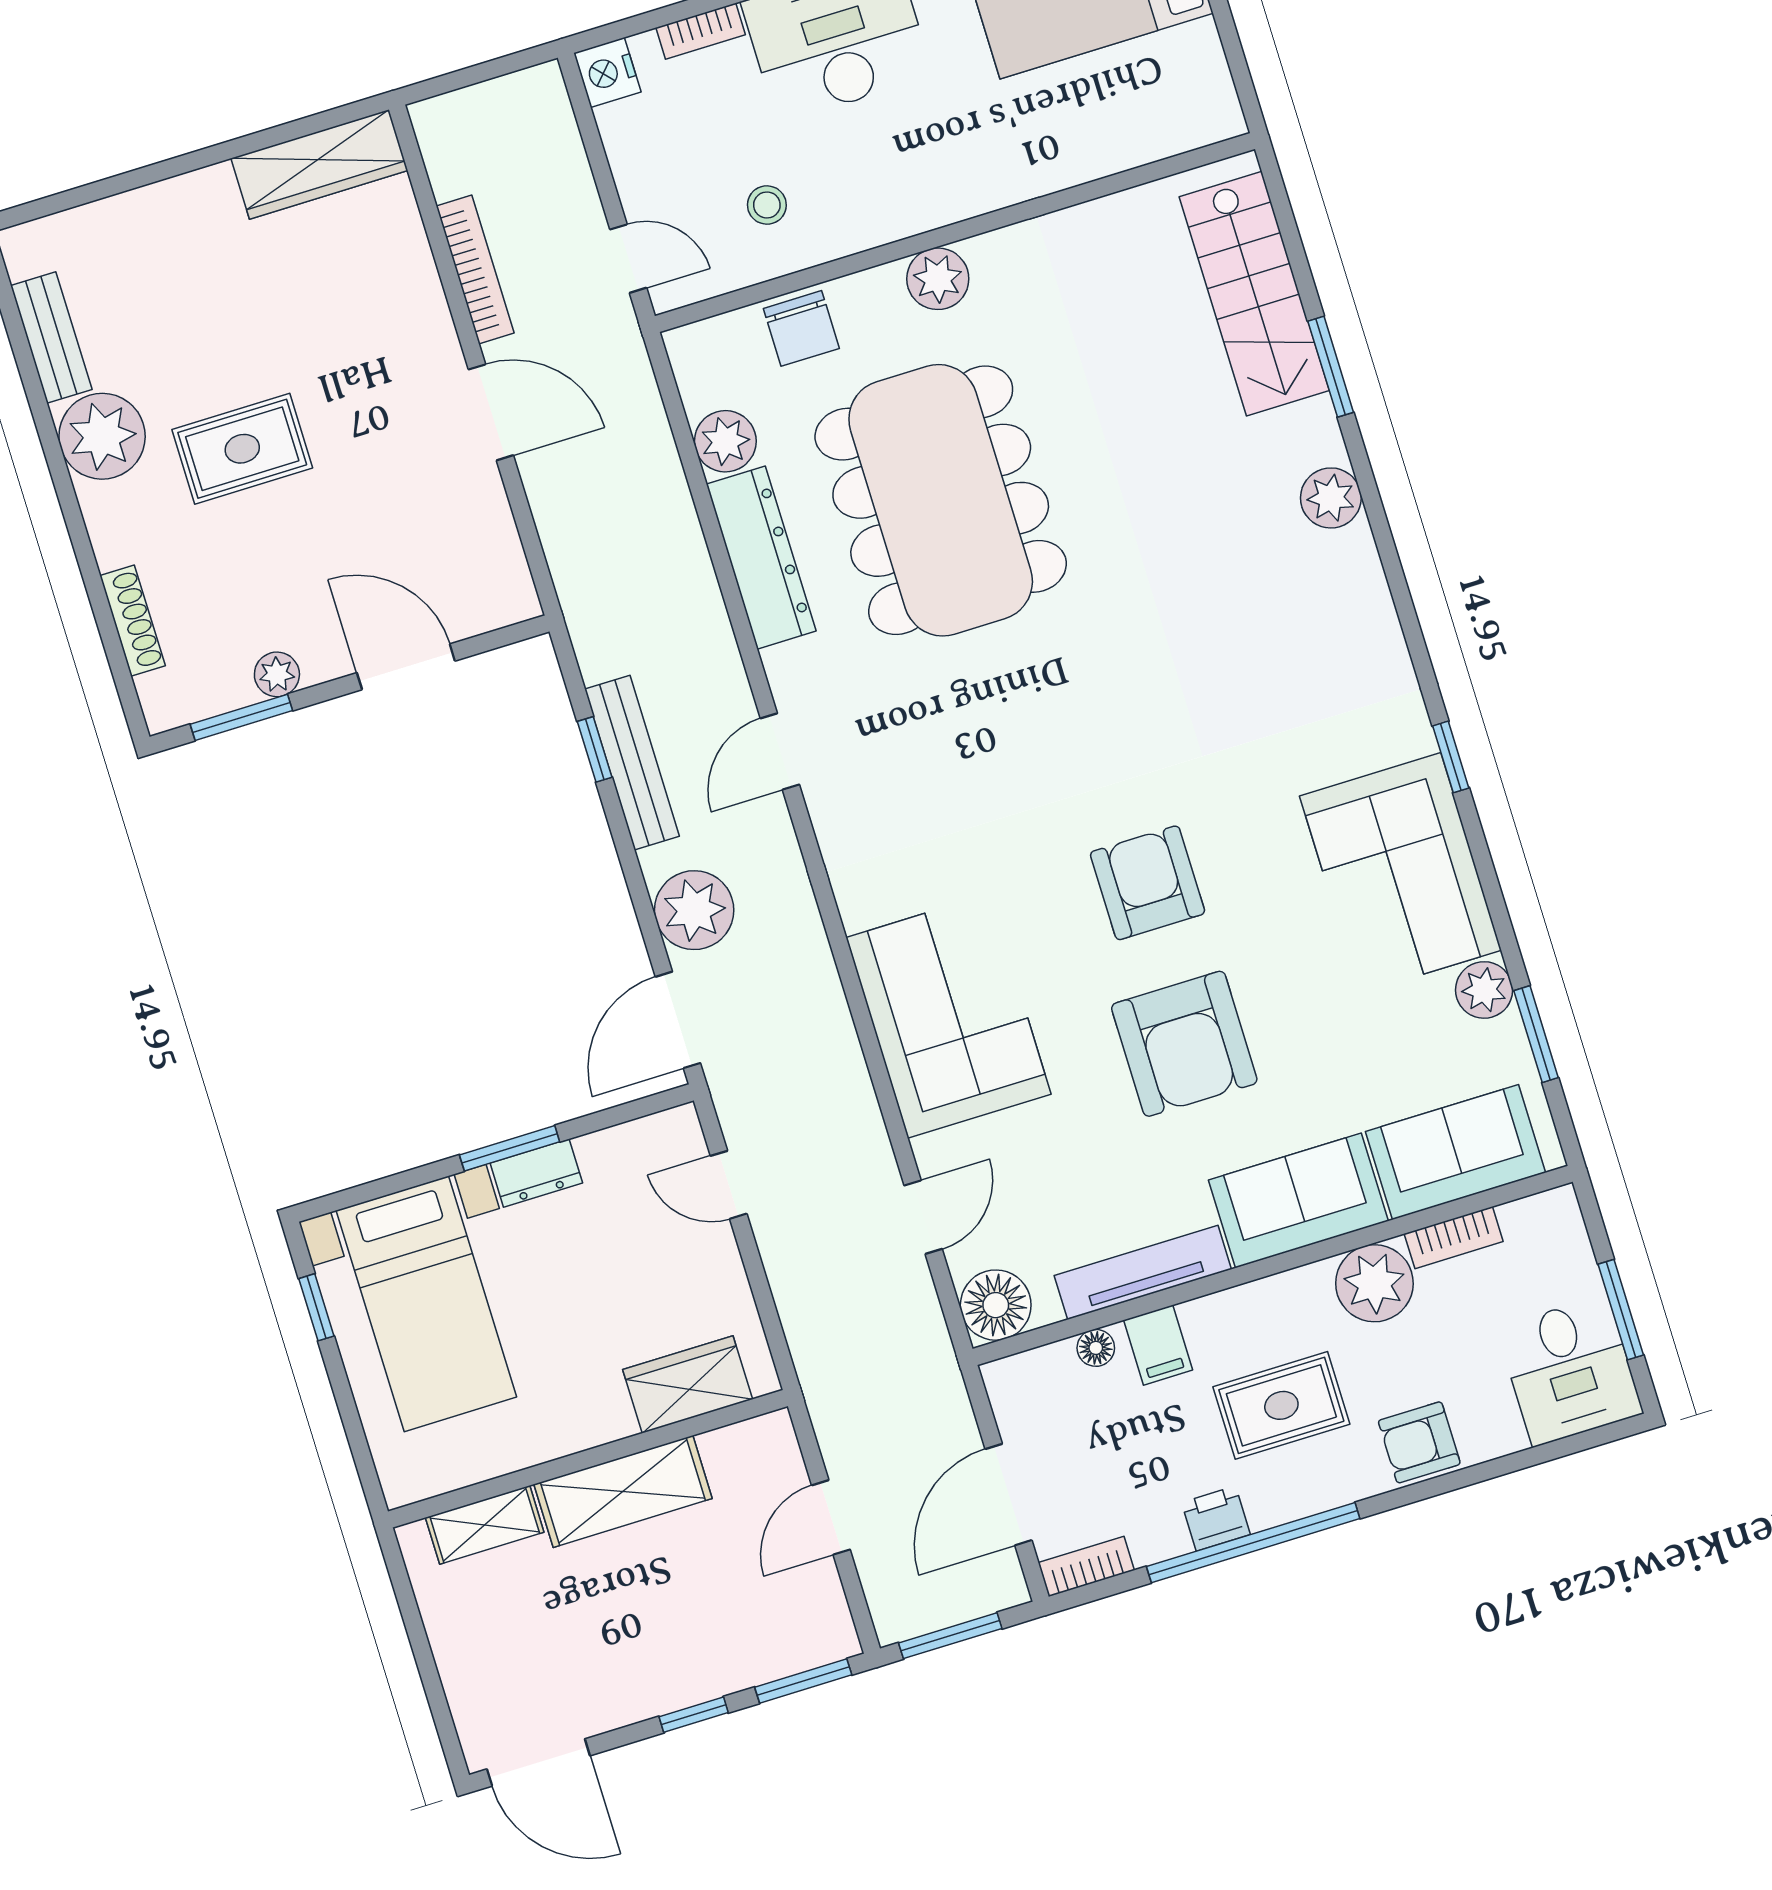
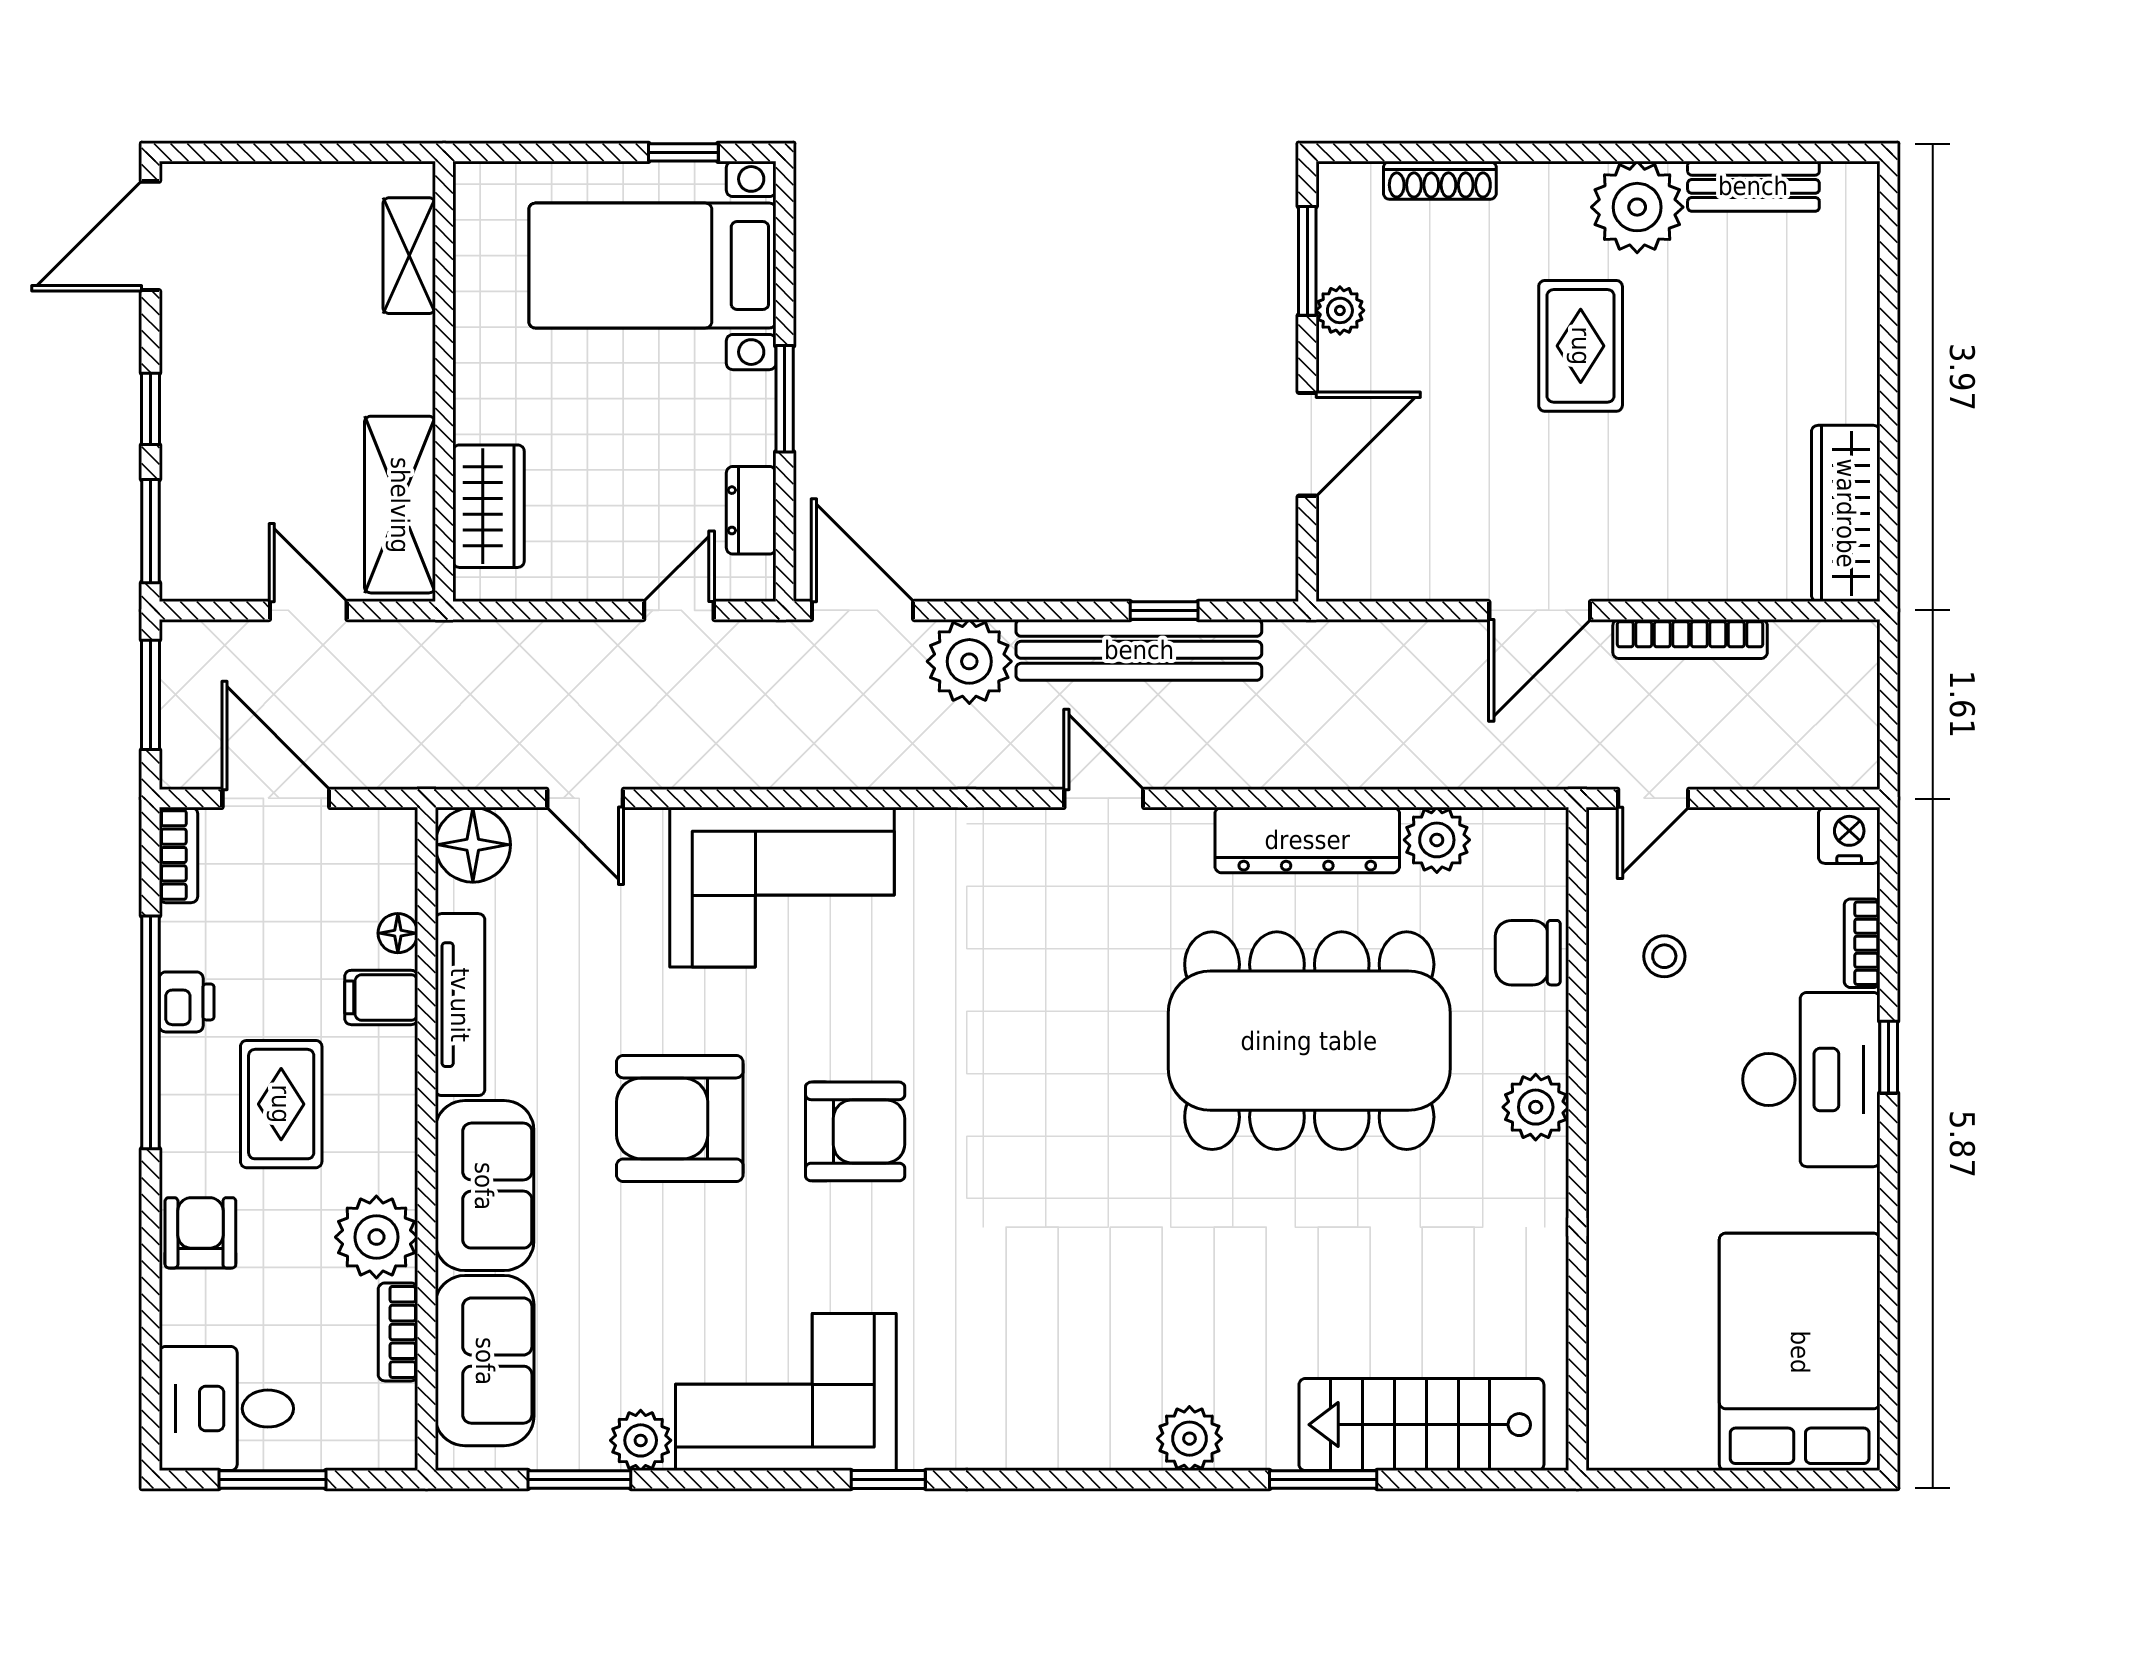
bench: (632, 763) -> (1139, 650), width x1.37, depth x1.21
dresser: (536, 1173) -> (751, 510), moved
shelving: (623, 1491) -> (400, 505), moved

